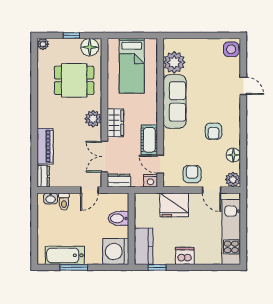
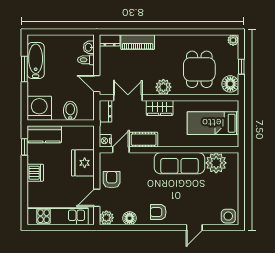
armchair: (214, 131) -> (158, 212), moved
armchair: (192, 174) -> (112, 180), turned -90

